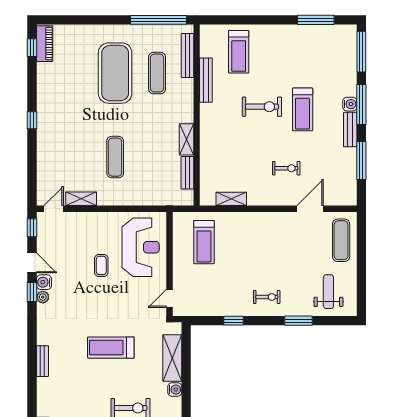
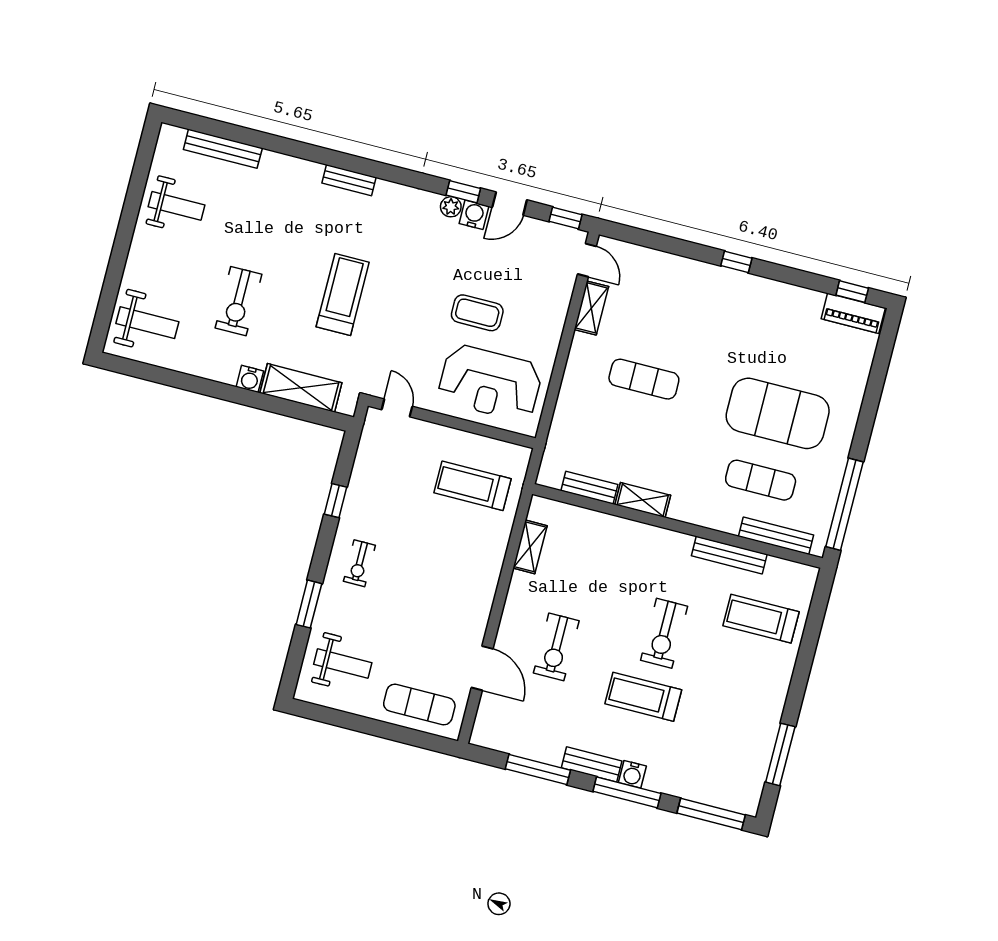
exercise bike: (286, 168) -> (556, 647), width x1.38, depth x1.39
coffee table: (101, 265) -> (477, 313), width x1.36, depth x1.30

